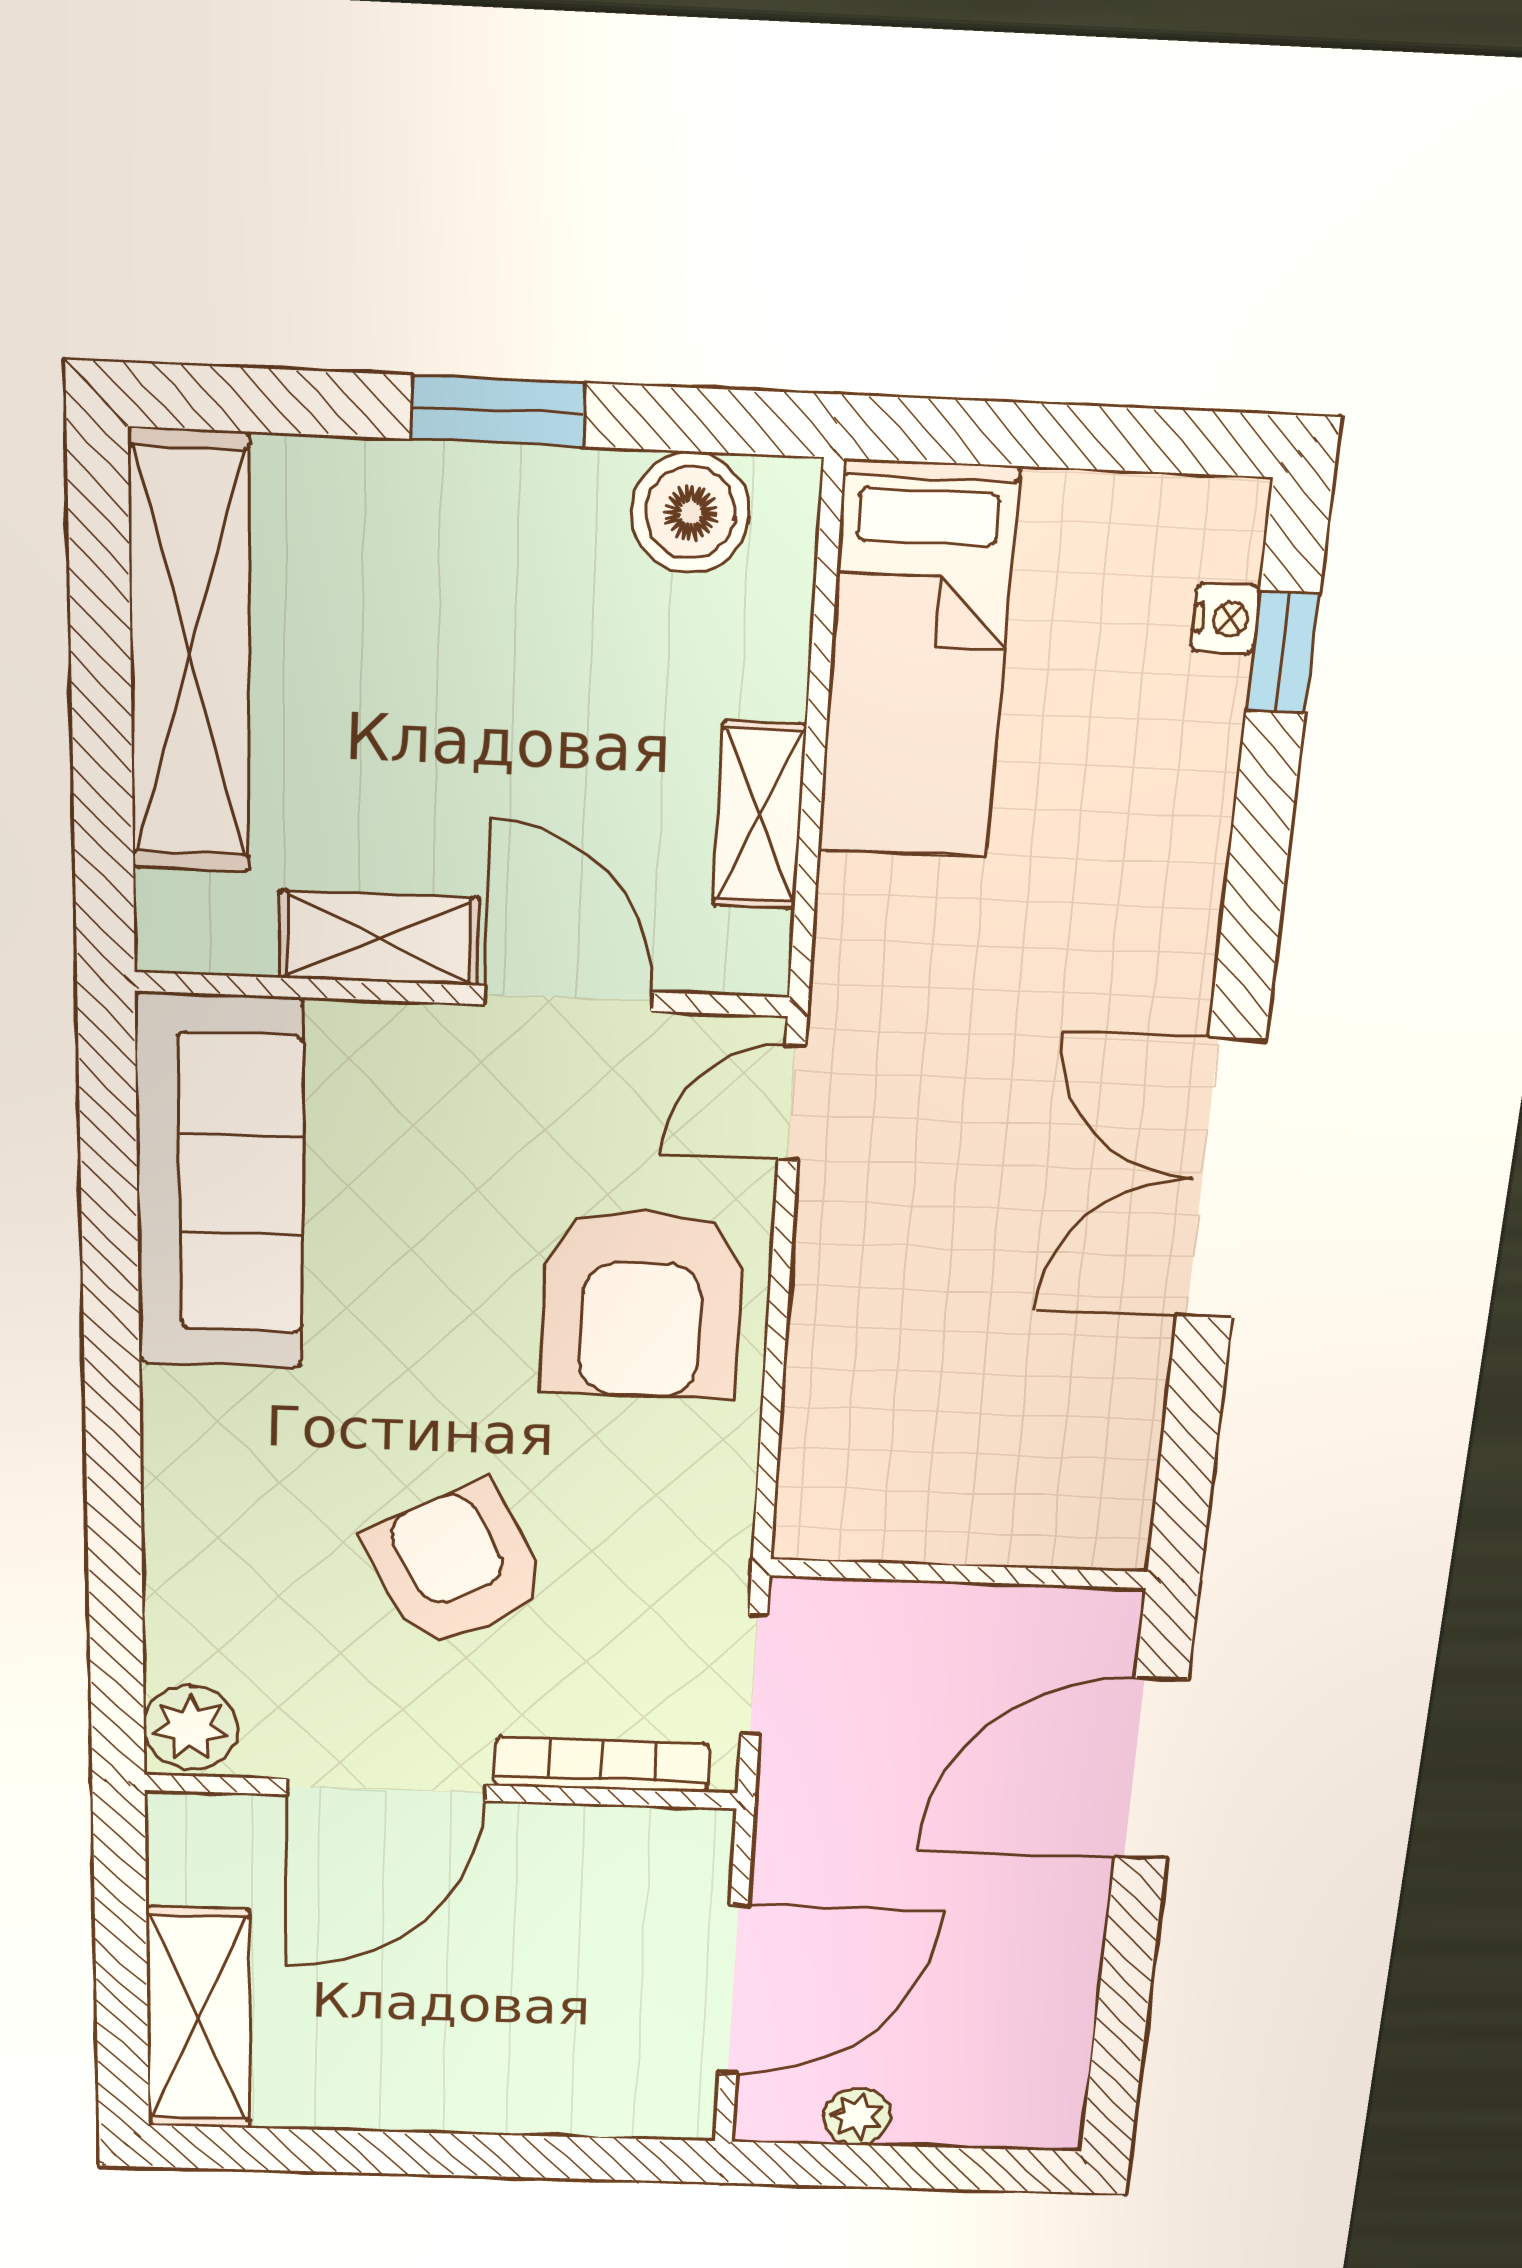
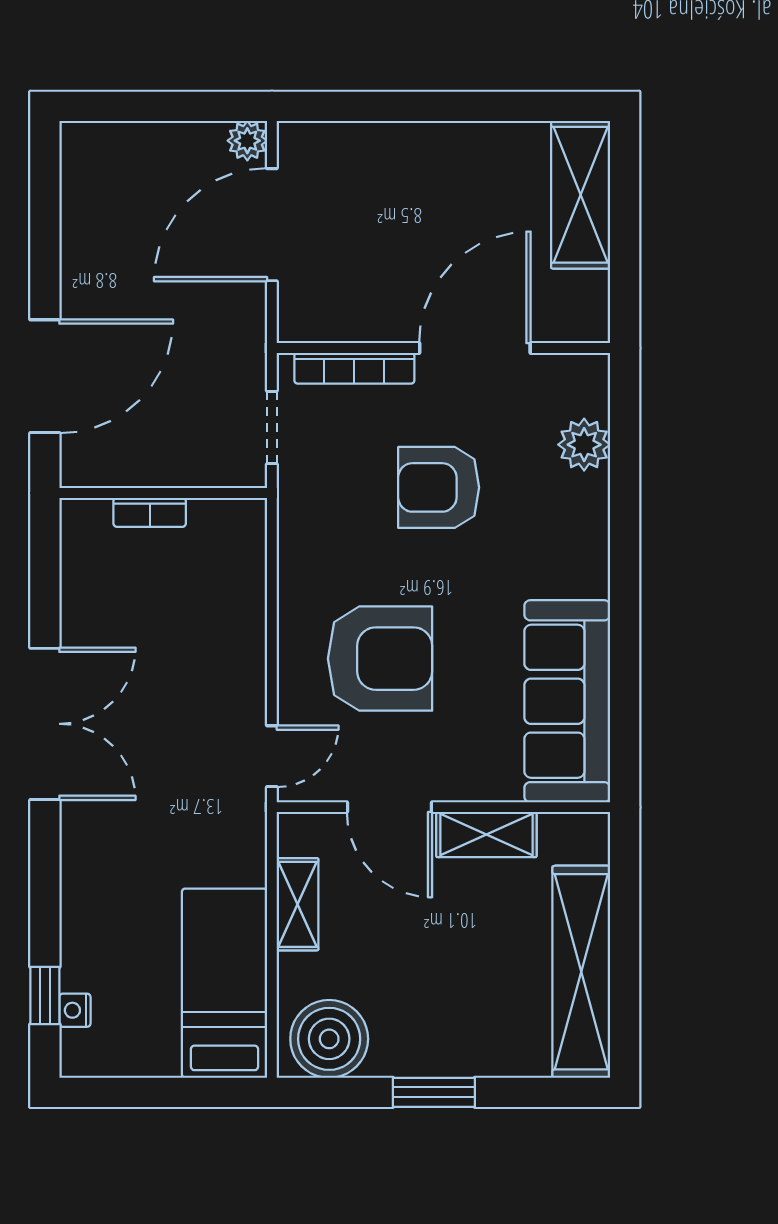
boiler: (691, 513) -> (329, 1039), width x1.37, depth x1.37
armchair: (642, 1304) -> (380, 659), moved, turned 90
bookcase: (986, 1542) -> (150, 512), added
armchair: (456, 1566) -> (439, 487), turned 118
plant: (191, 1728) -> (584, 445), moved
plant: (857, 2117) -> (247, 141), moved

